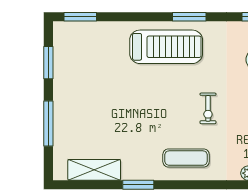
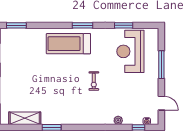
treadmill: (166, 47) -> (68, 44), turned 180
exercise mat: (186, 158) -> (80, 111), removed

